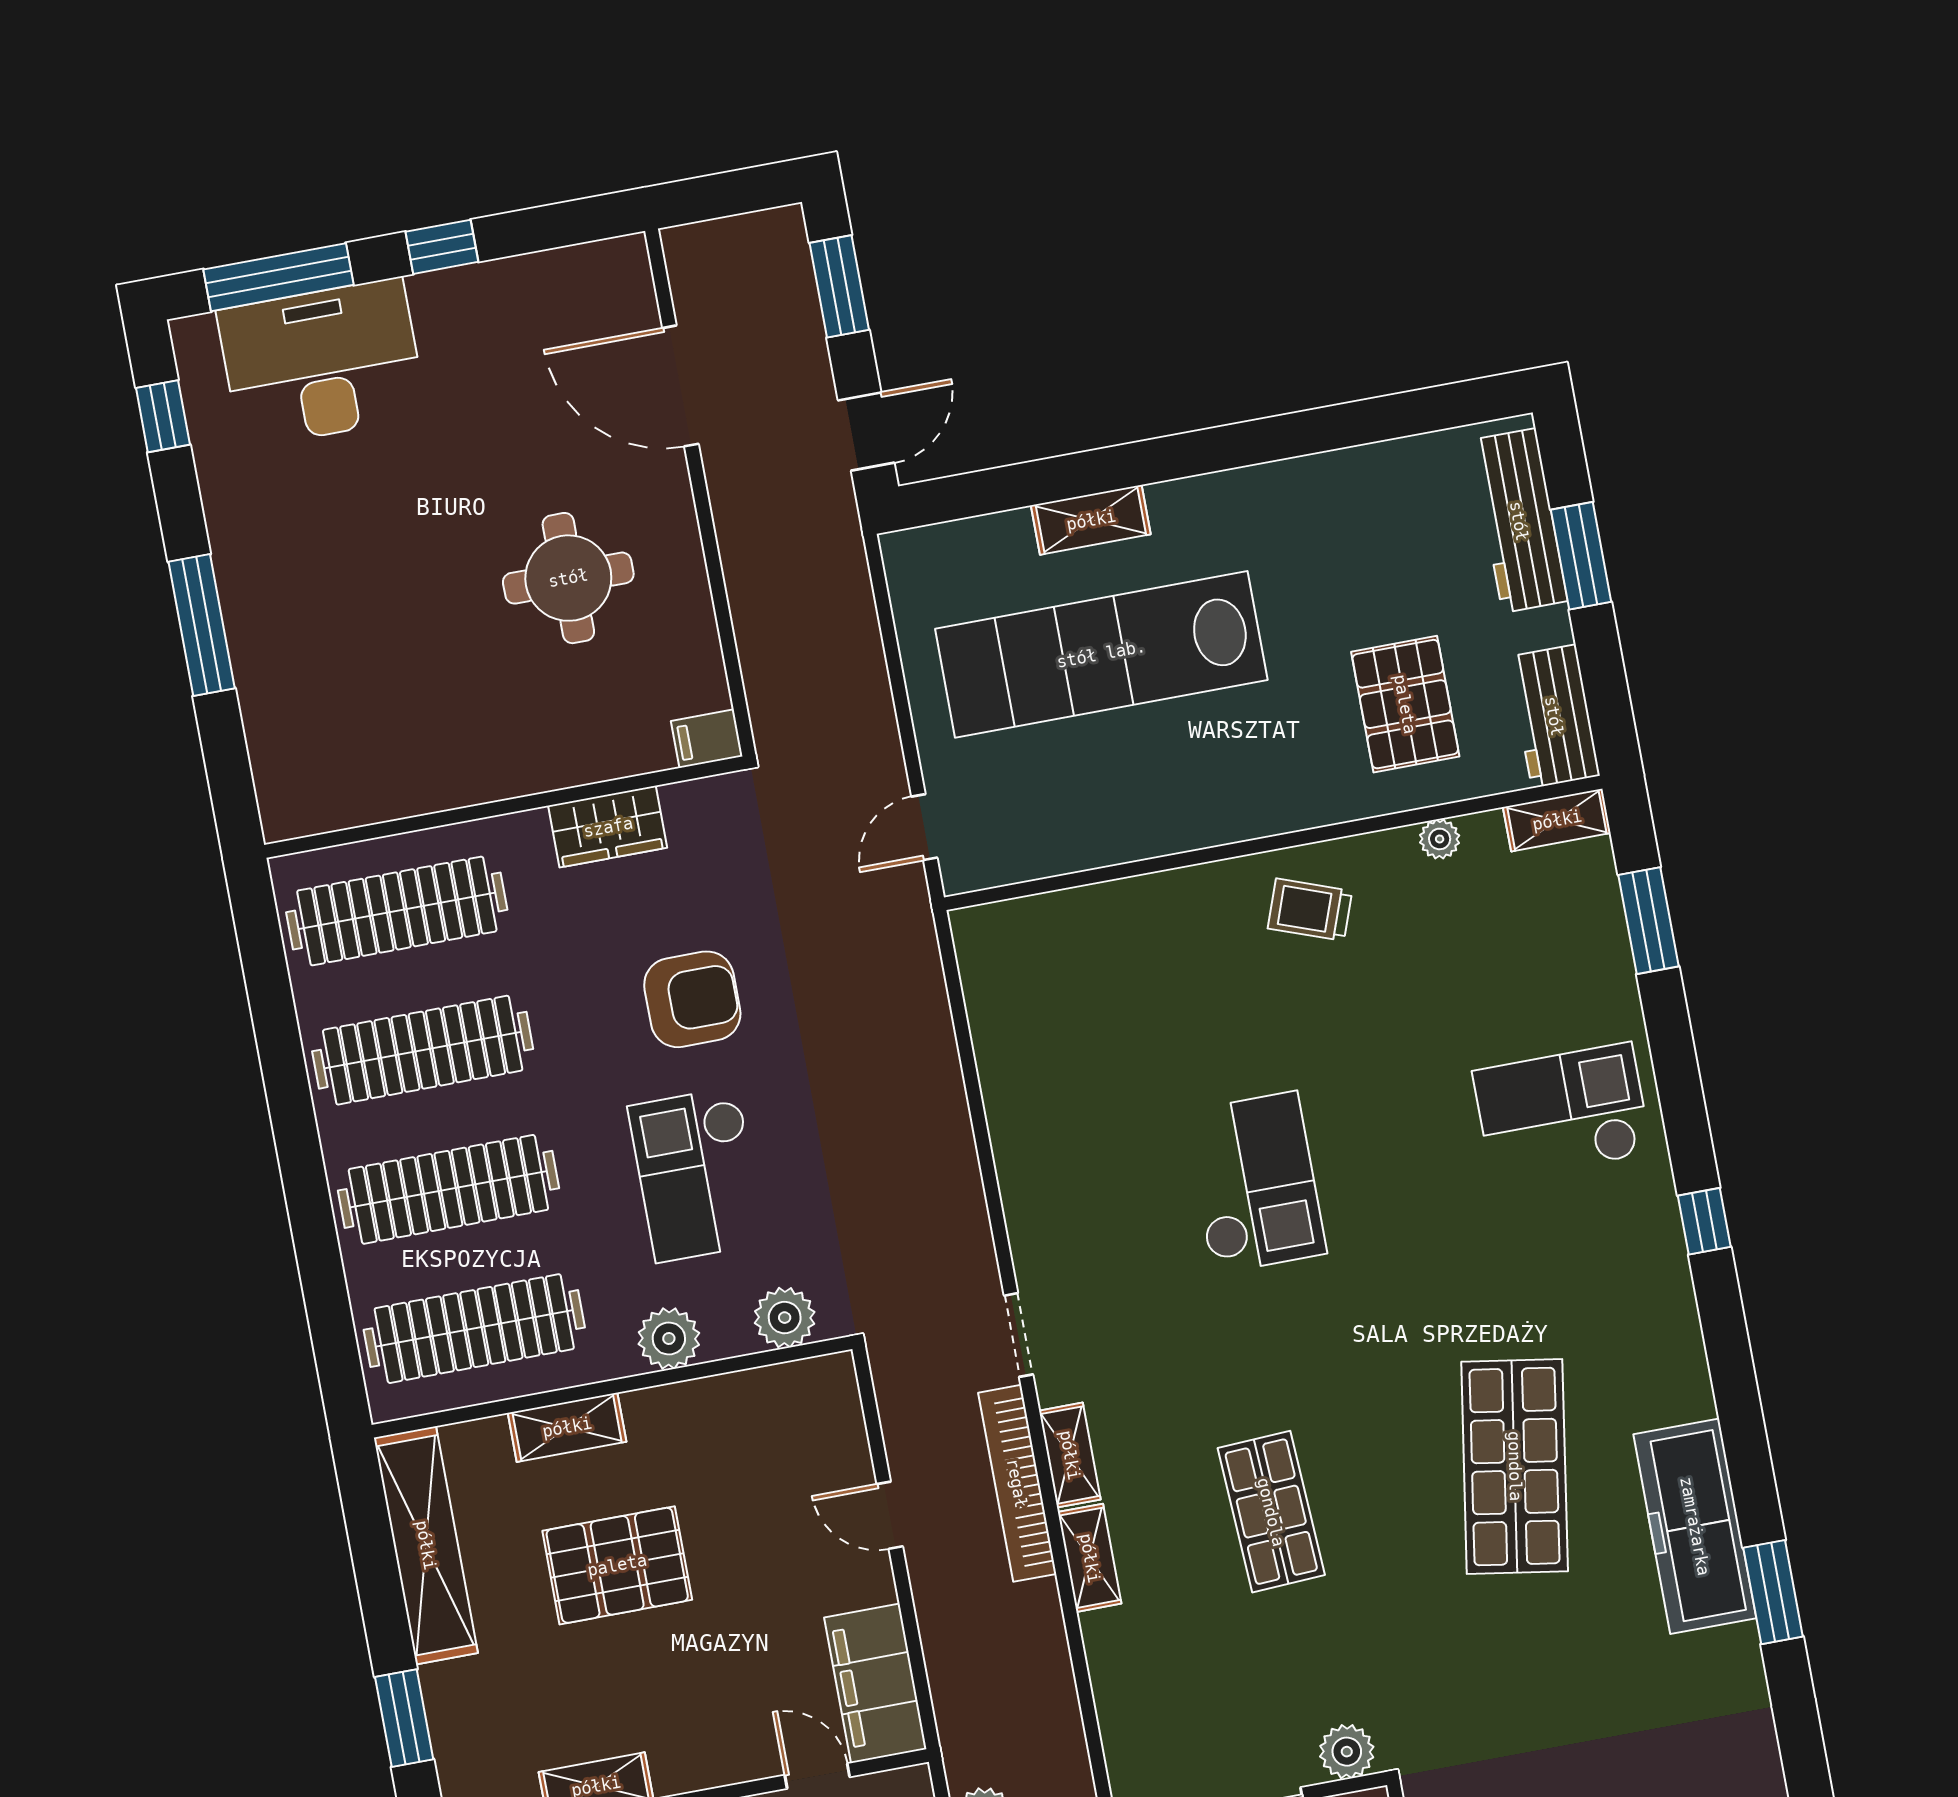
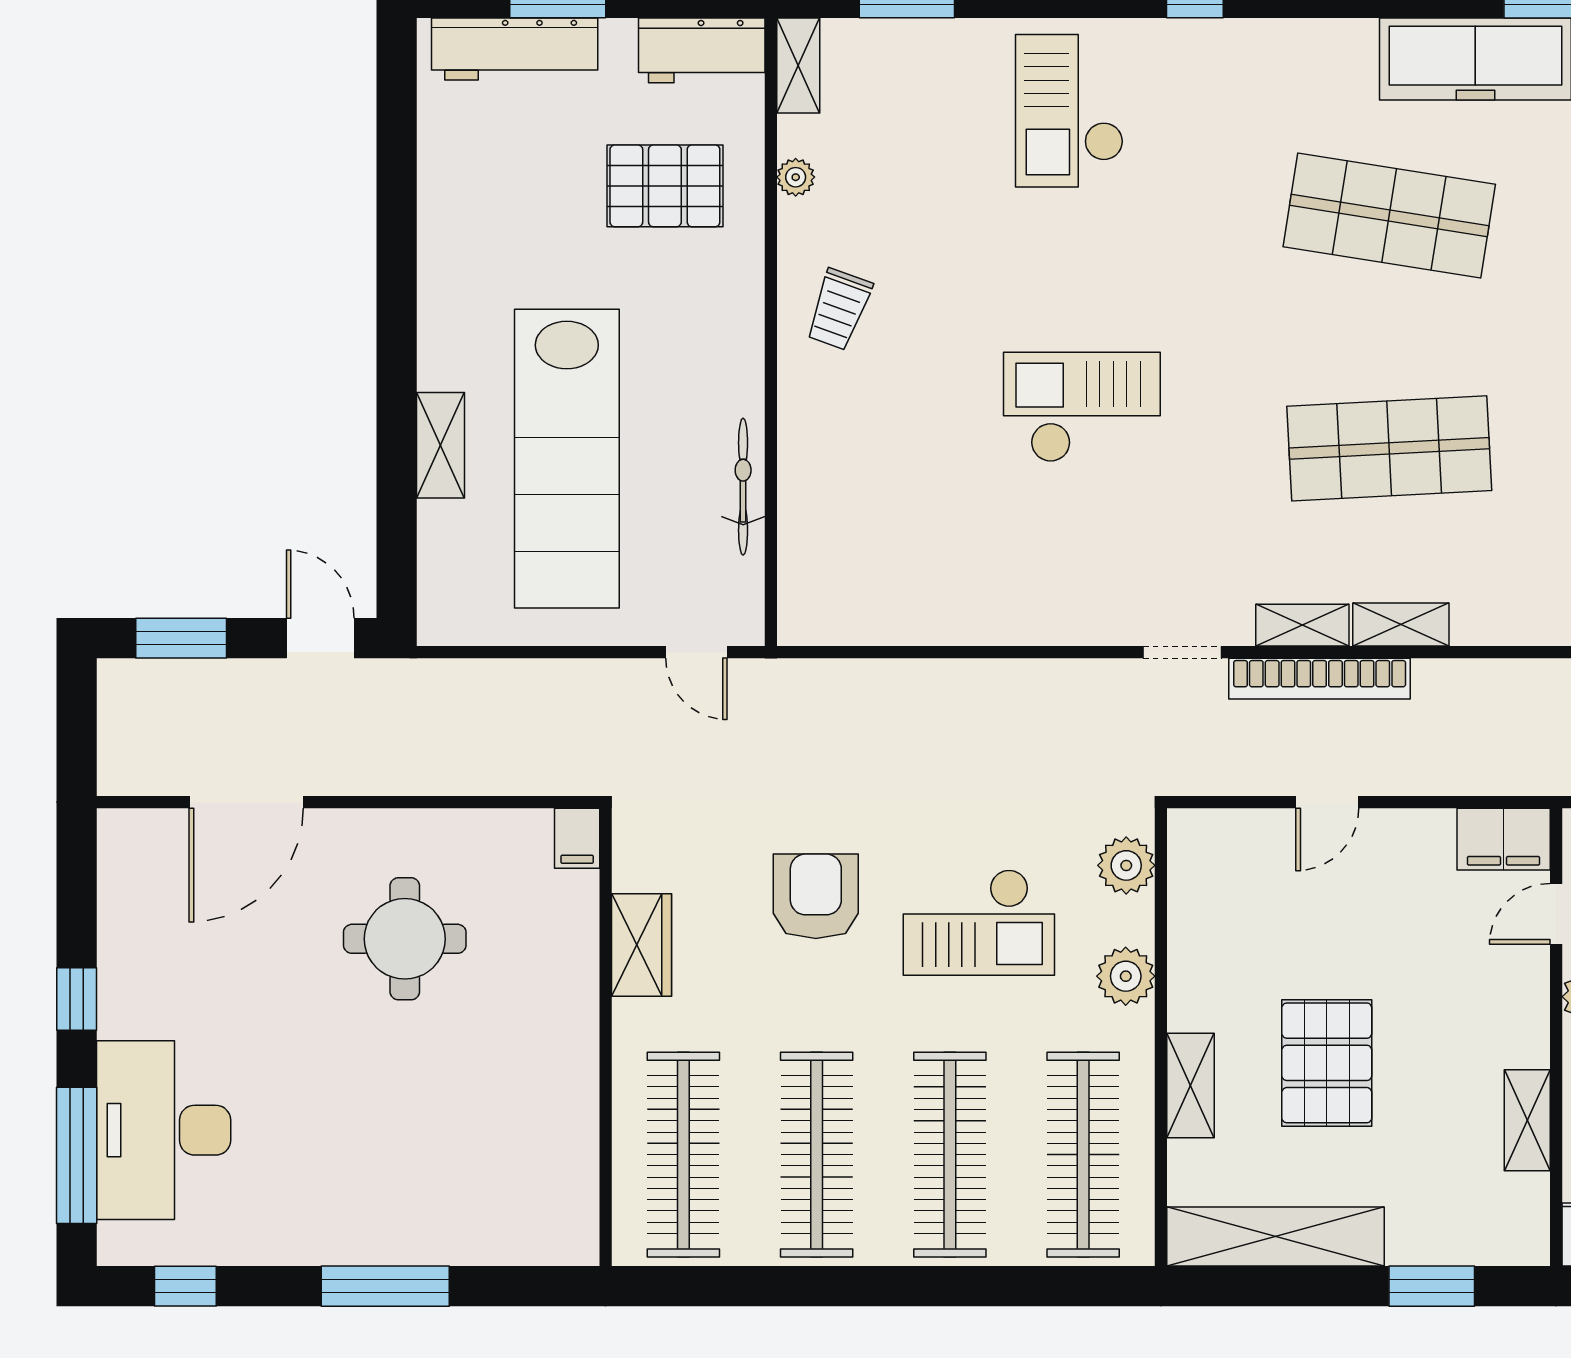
bicycle: (1106, 844) -> (743, 487), added
shop shelf: (1271, 1512) -> (1389, 448), width x1.43, depth x1.36
filing cabinet: (875, 1683) -> (1504, 839), width x0.67, depth x0.86

